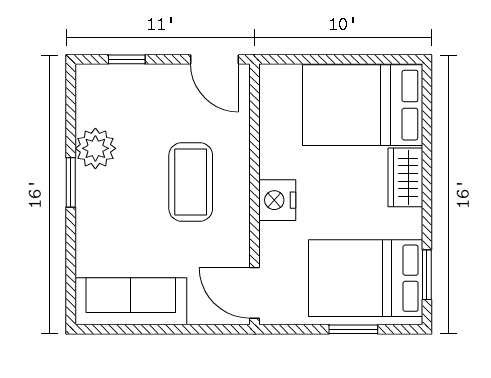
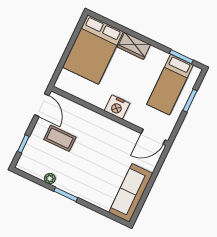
door: (215, 59) -> (42, 105), hinge flipped
plant: (95, 148) -> (50, 179), width x0.53, depth x0.53
coffee table: (191, 182) -> (60, 138), moved, width x0.73, depth x0.76
bed: (366, 278) -> (170, 85), width x0.67

